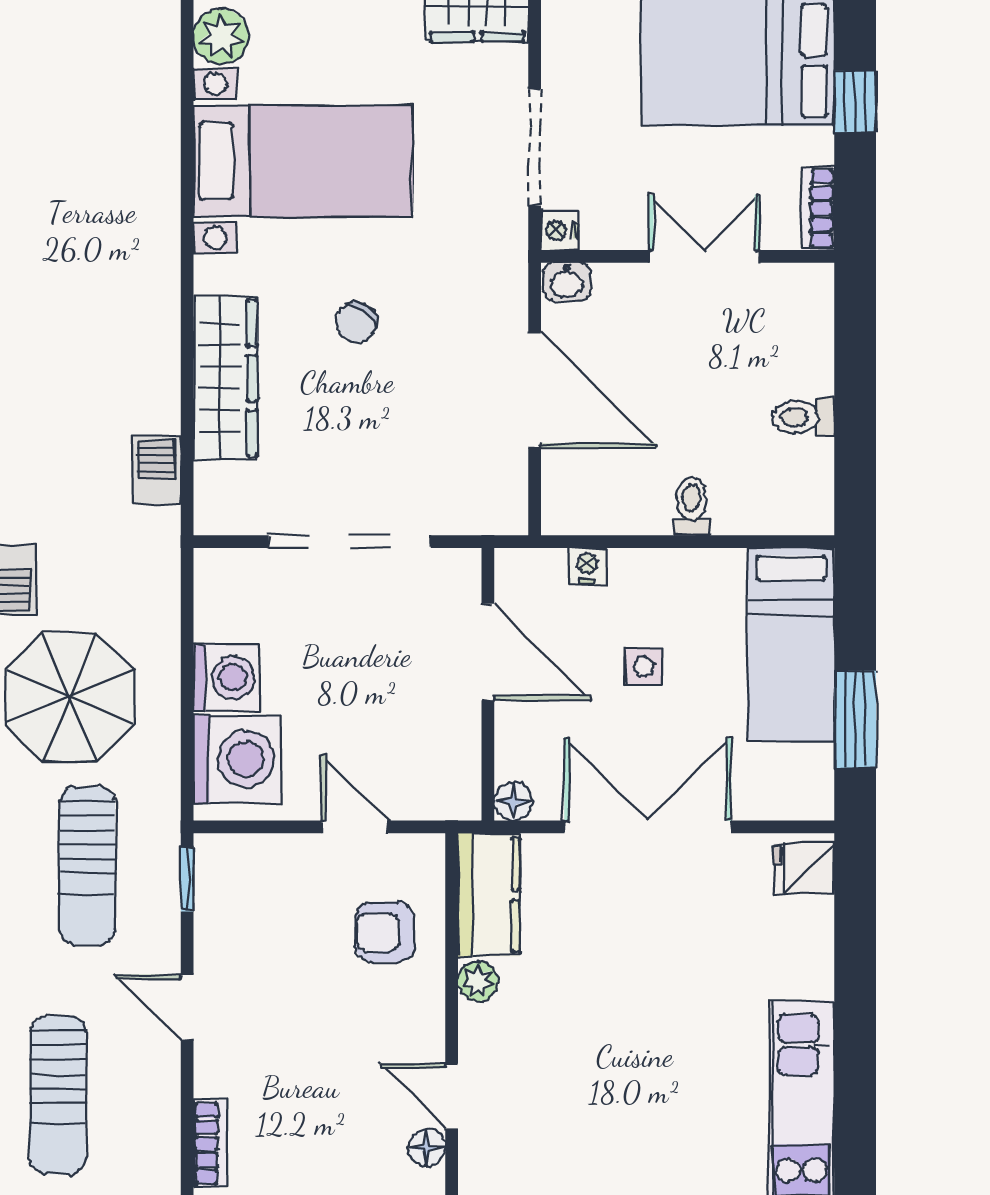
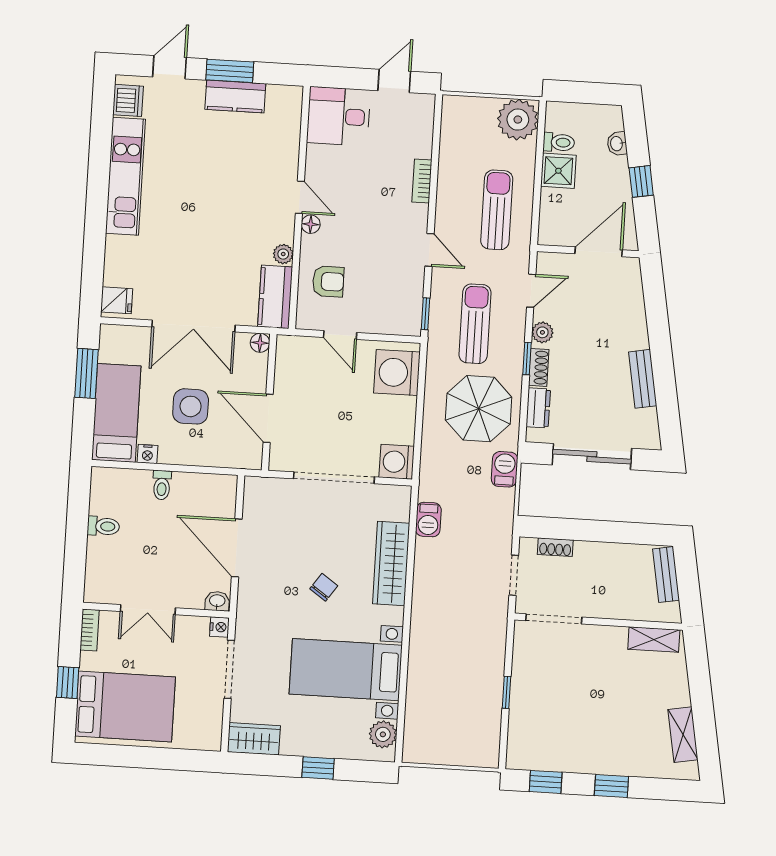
nightstand: (587, 566) -> (147, 454), moved
side table: (644, 666) -> (191, 406), width x1.87, depth x1.87
washing machine: (227, 678) -> (397, 462), moved
floor lamp: (427, 1148) -> (311, 224), moved

